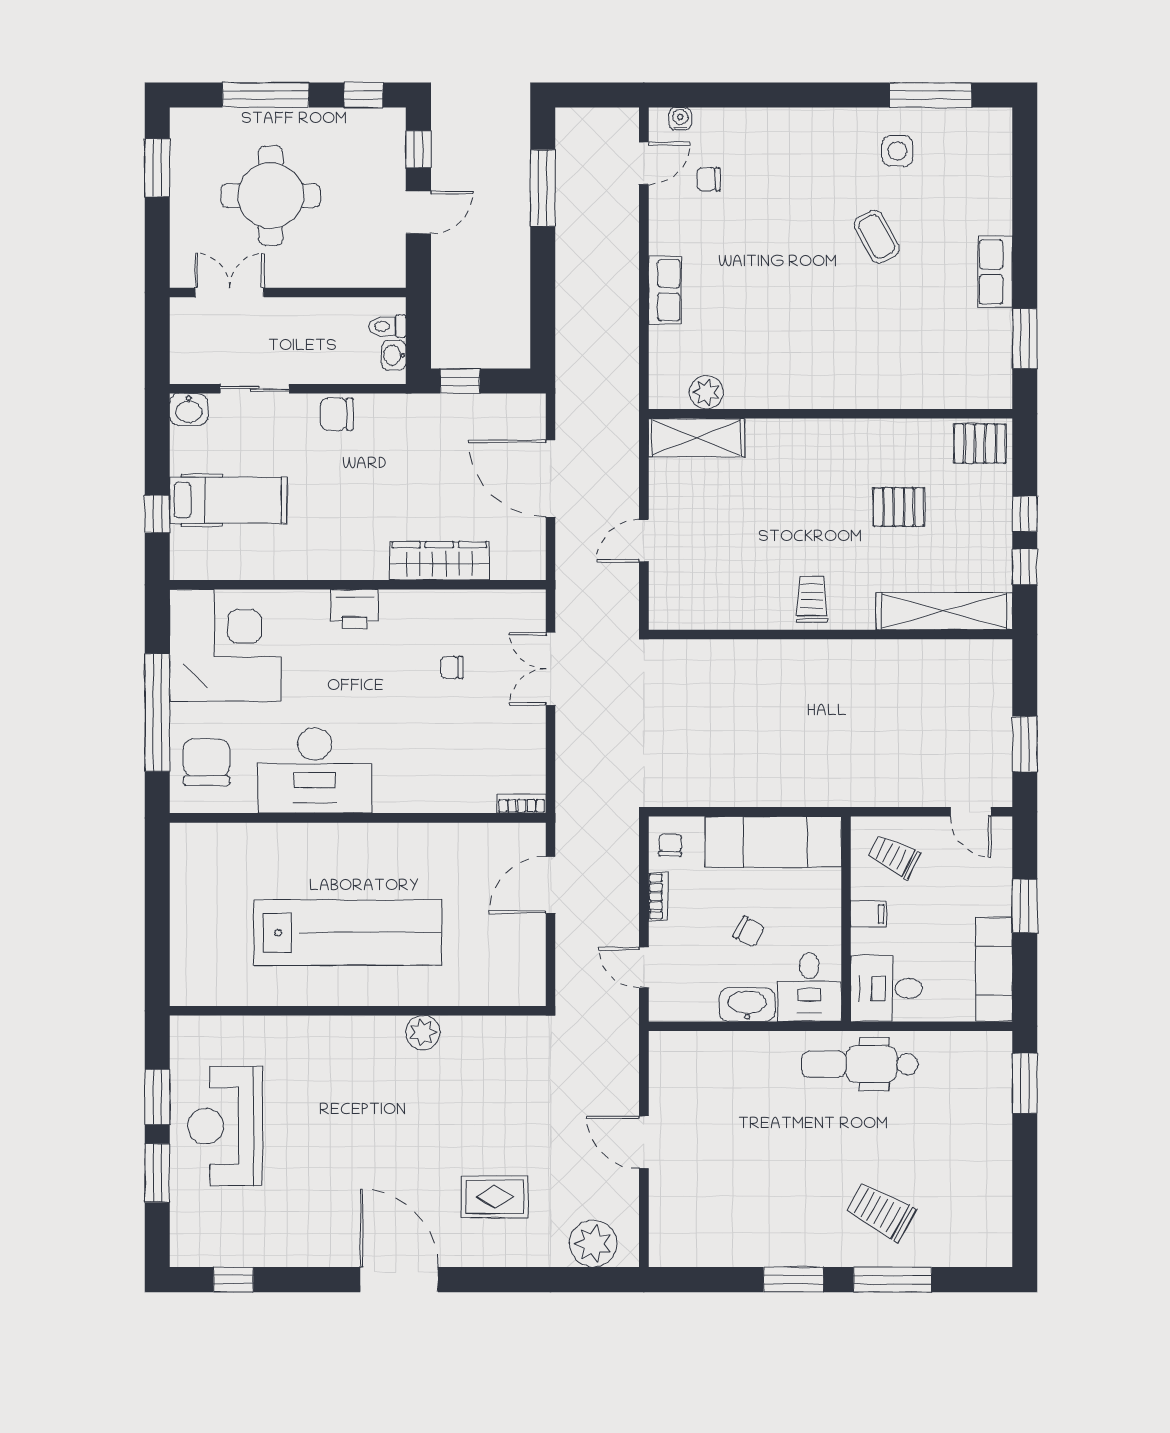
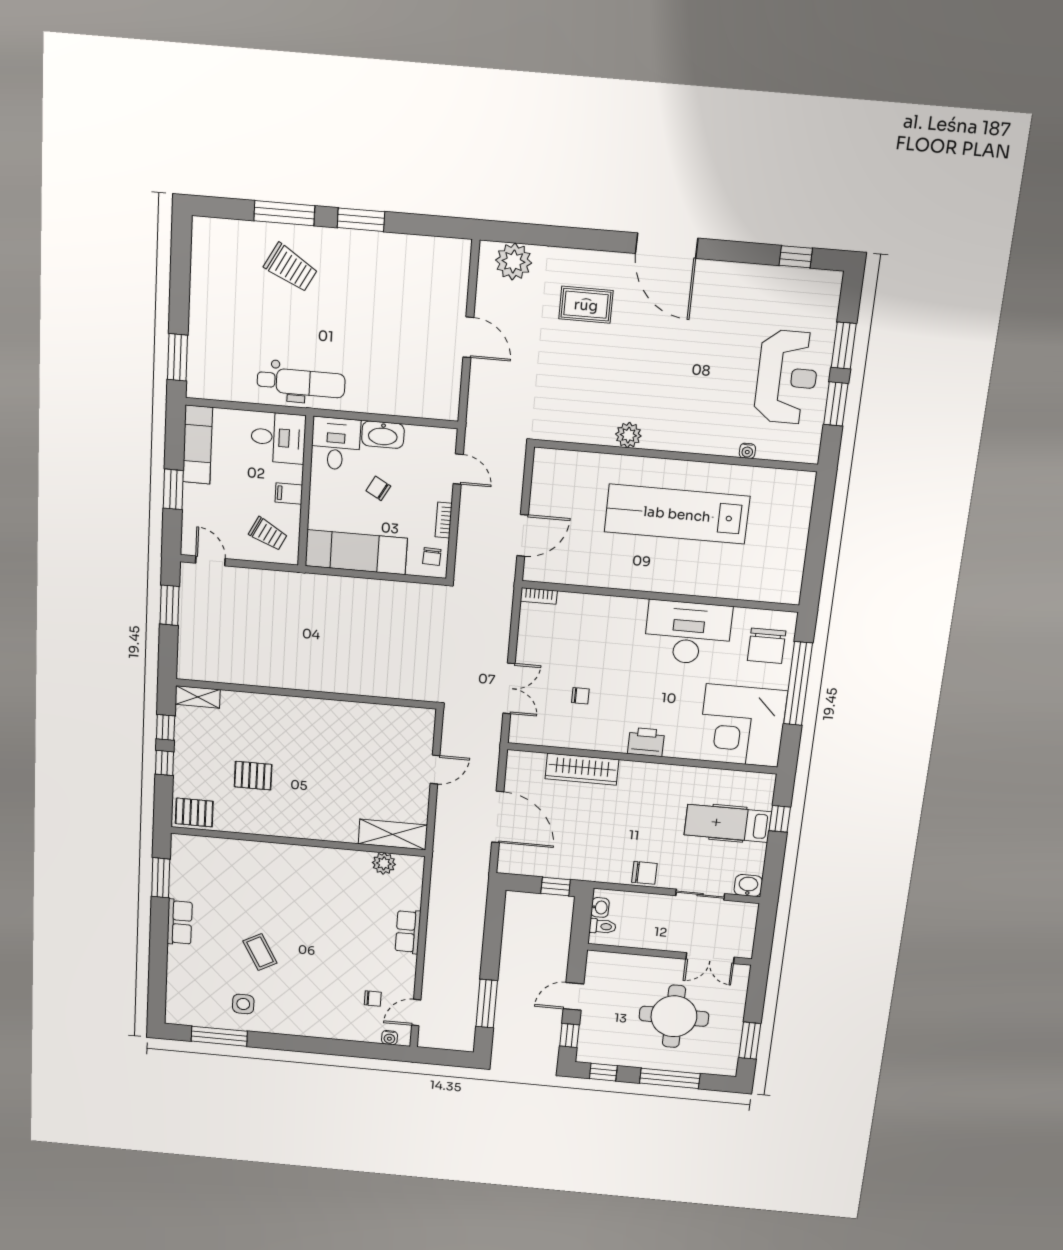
trolley: (812, 599) -> (318, 719), removed
shelving: (944, 611) -> (198, 697), width x0.45, depth x0.75
water cooler: (265, 1025) -> (747, 451), added

